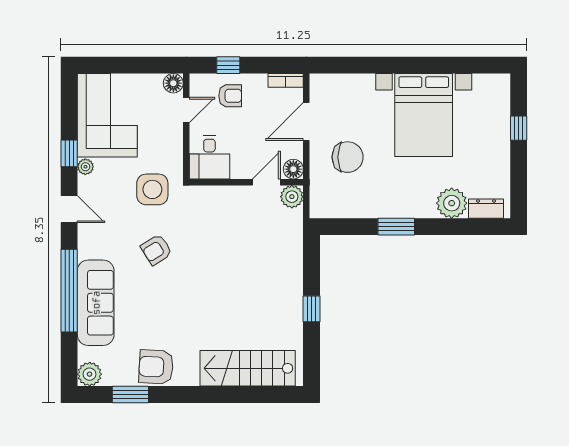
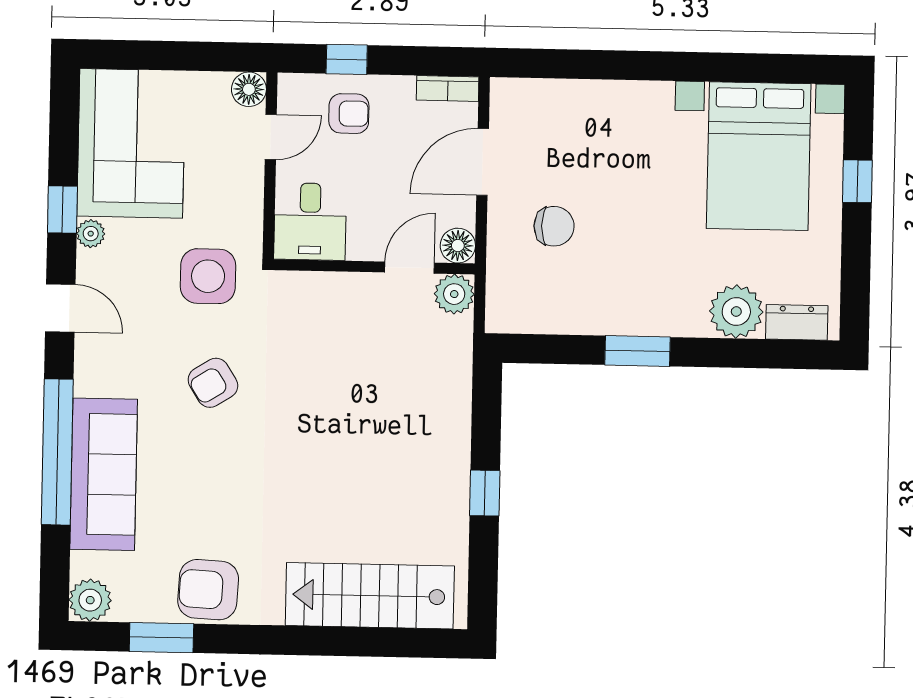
bed with nightstands: (424, 115) -> (759, 156), moved
chair: (348, 157) -> (554, 226), width x0.73, depth x0.73

